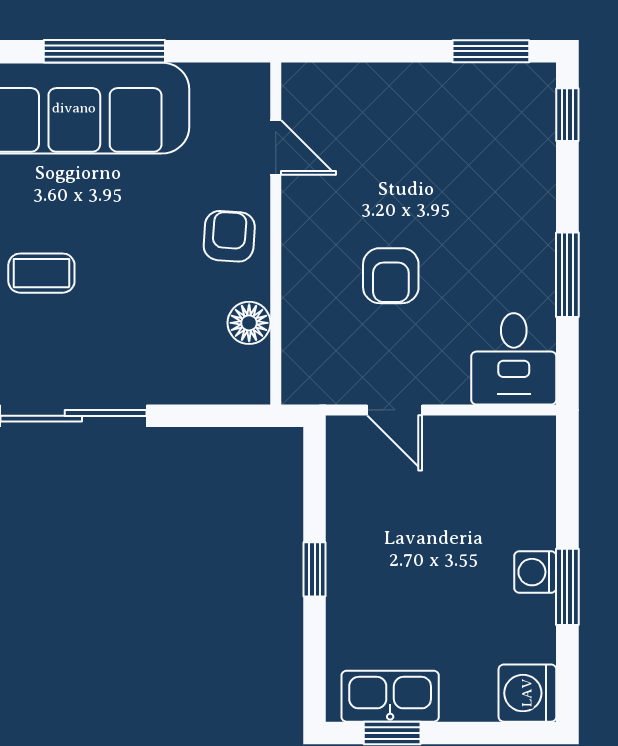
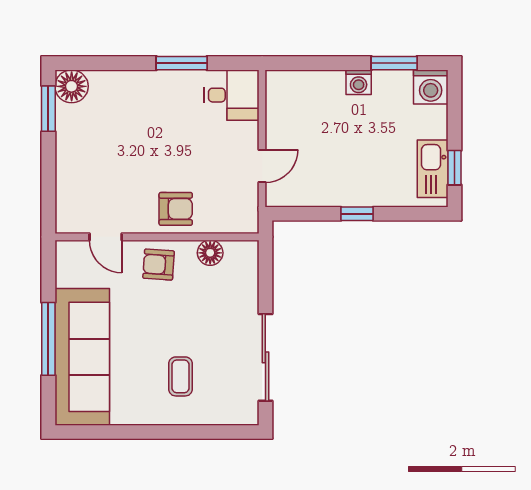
floor lamp: (528, 90) -> (72, 86), added
window: (567, 115) -> (86, 63), removed
door: (276, 147) -> (106, 237), swing flipped
armchair: (391, 276) -> (176, 209), moved
window: (567, 587) -> (394, 63), moved

